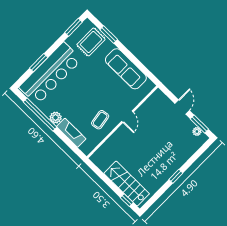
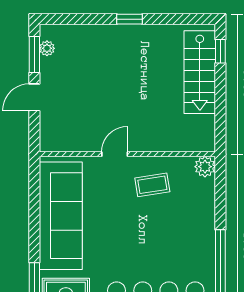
sofa: (126, 69) -> (61, 216), width x1.36, depth x1.27
plant: (56, 118) -> (205, 167), moved
fireplace: (71, 133) -> (205, 205), removed

